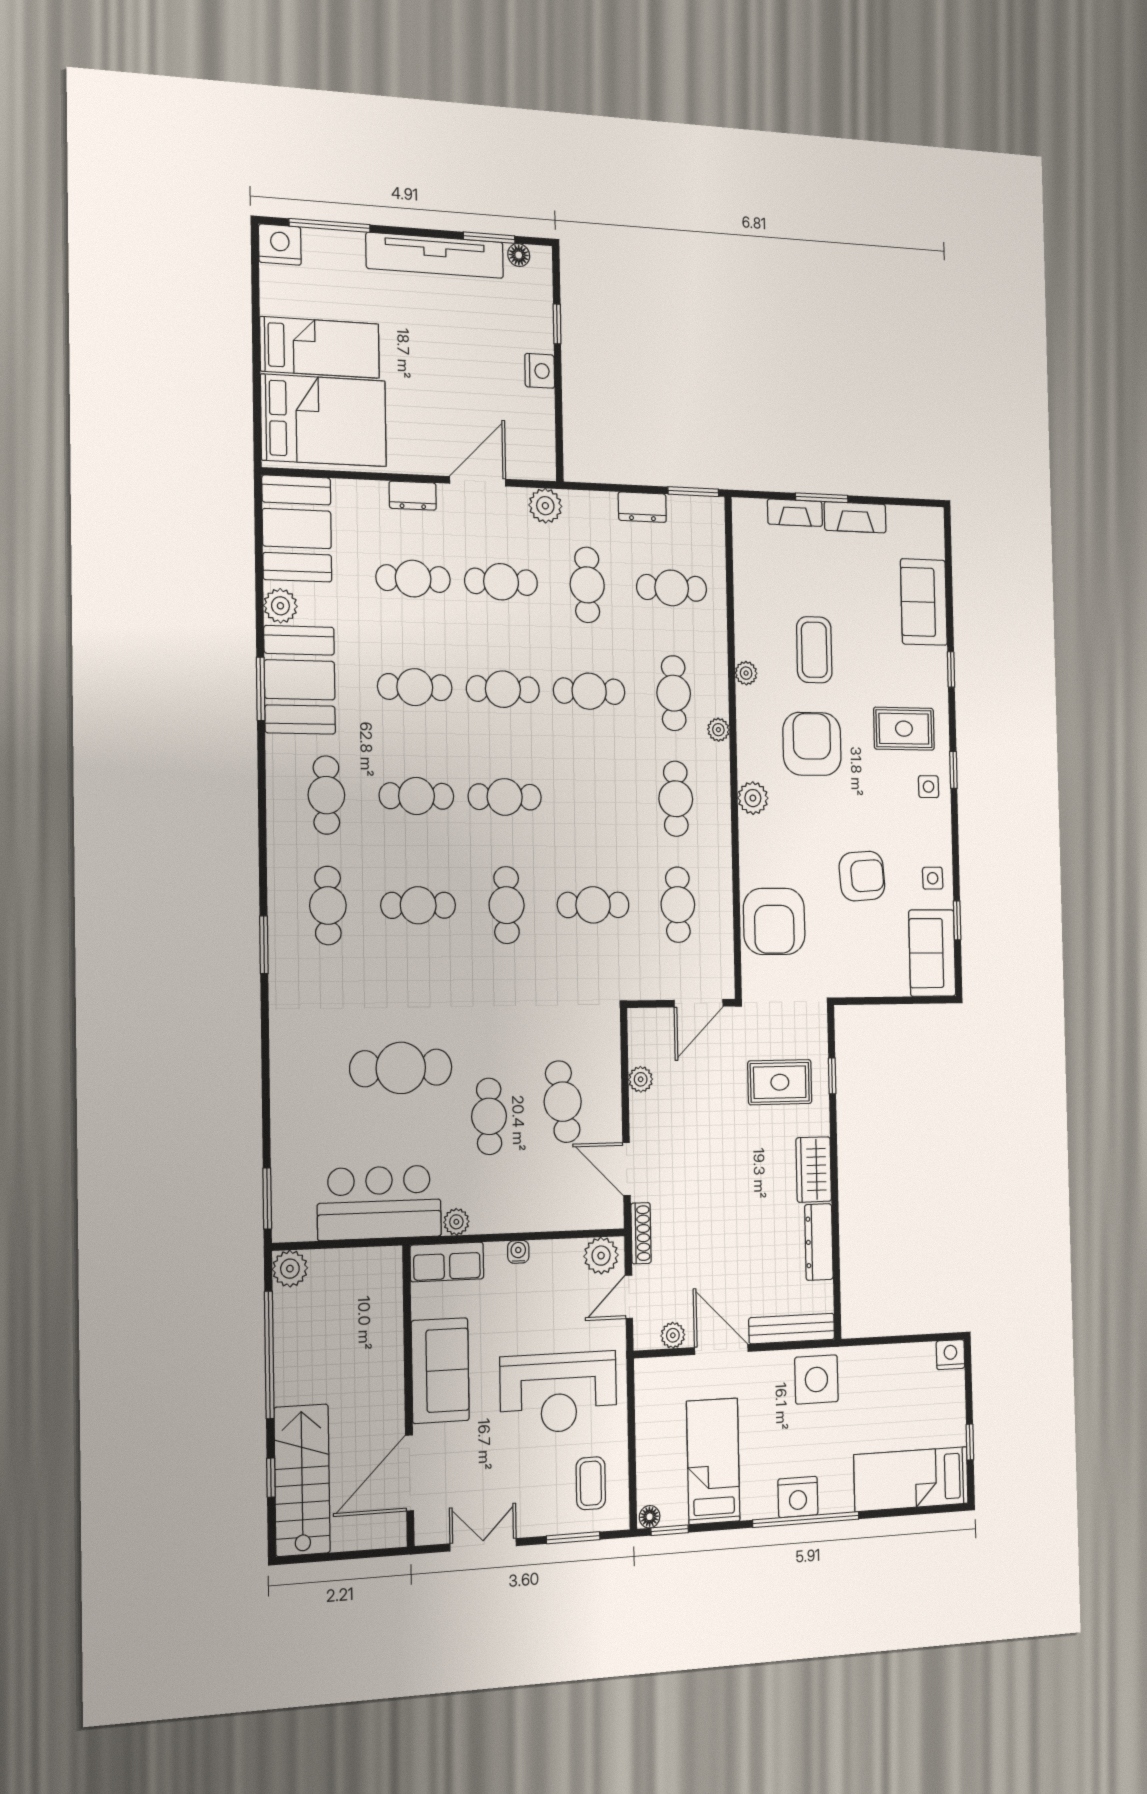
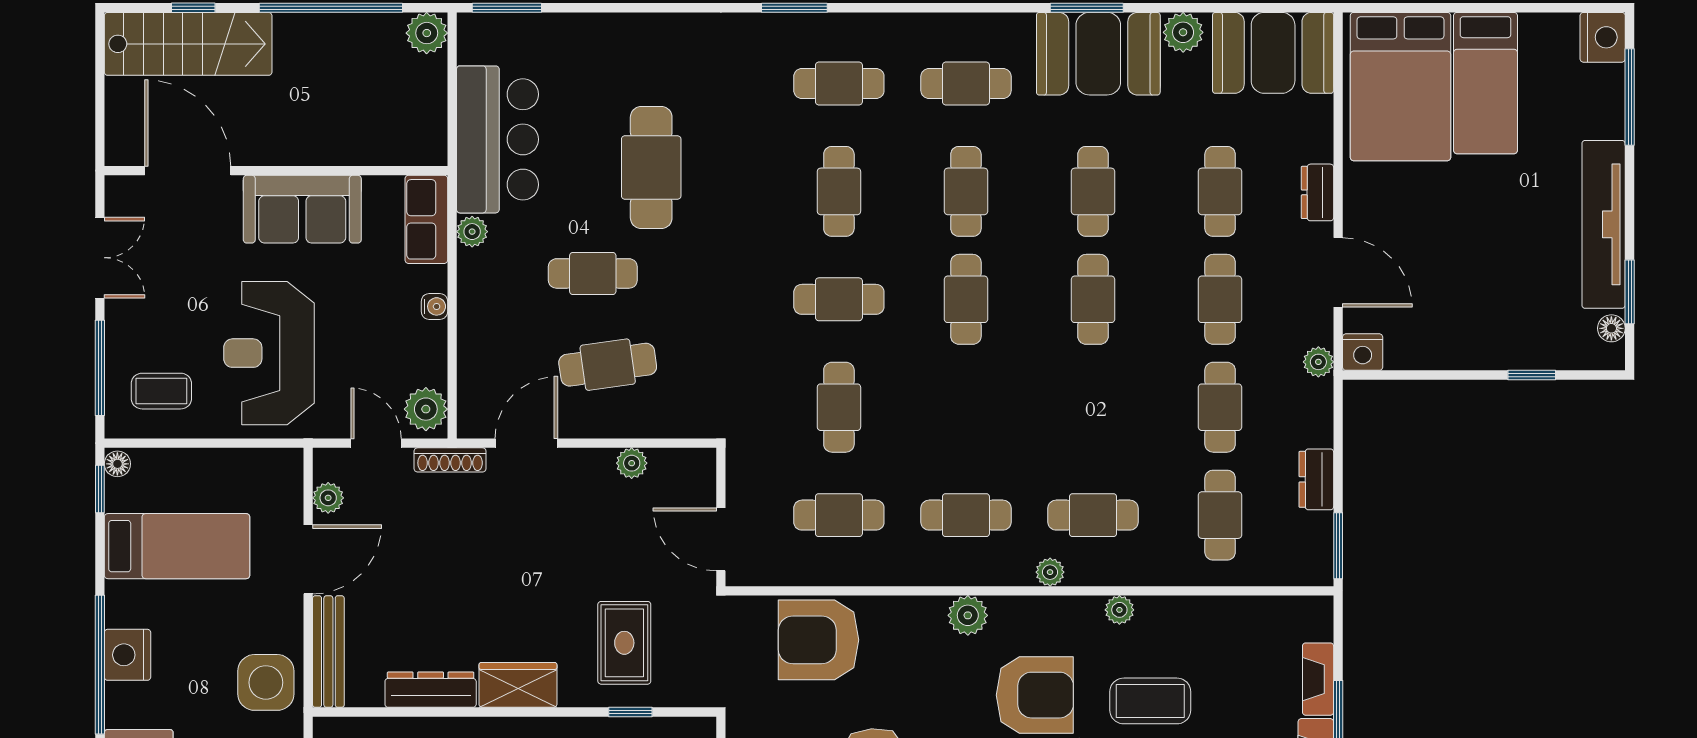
nightstand: (540, 371) -> (1363, 352), moved
plant: (545, 506) -> (1318, 362), width x0.73, depth x0.73
cafe table: (587, 585) -> (1220, 407), turned 90
cafe table: (589, 691) -> (1093, 407), removed
window: (573, 1538) -> (100, 368), width x1.44

